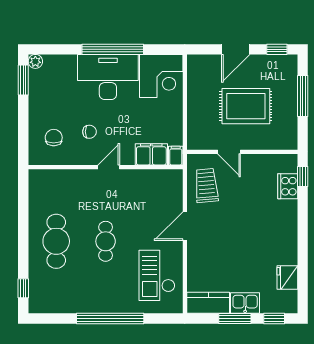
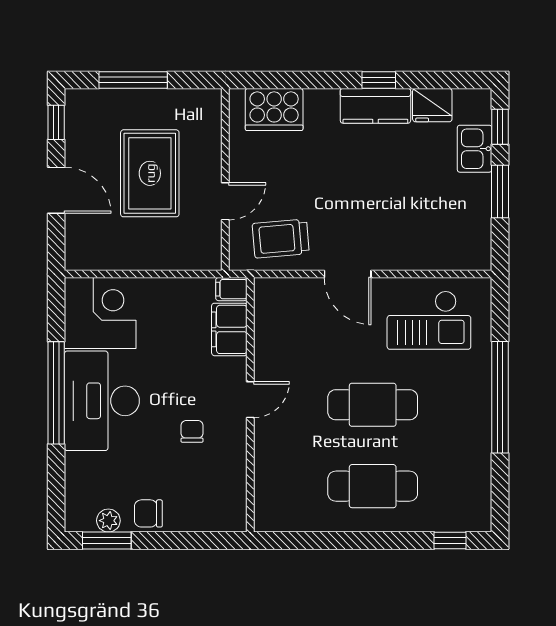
plant: (35, 61) -> (108, 521), moved
chair: (54, 138) -> (148, 513), moved
door: (109, 167) -> (250, 400), swing flipped
window: (303, 176) -> (379, 80), moved
cooker: (288, 186) -> (274, 109), width x1.37, depth x1.31
cafe table: (106, 241) -> (373, 405), width x1.37, depth x1.35
kitchen counter: (208, 303) -> (375, 106), moved, turned -90
kitchen sink: (245, 303) -> (475, 149), moved

